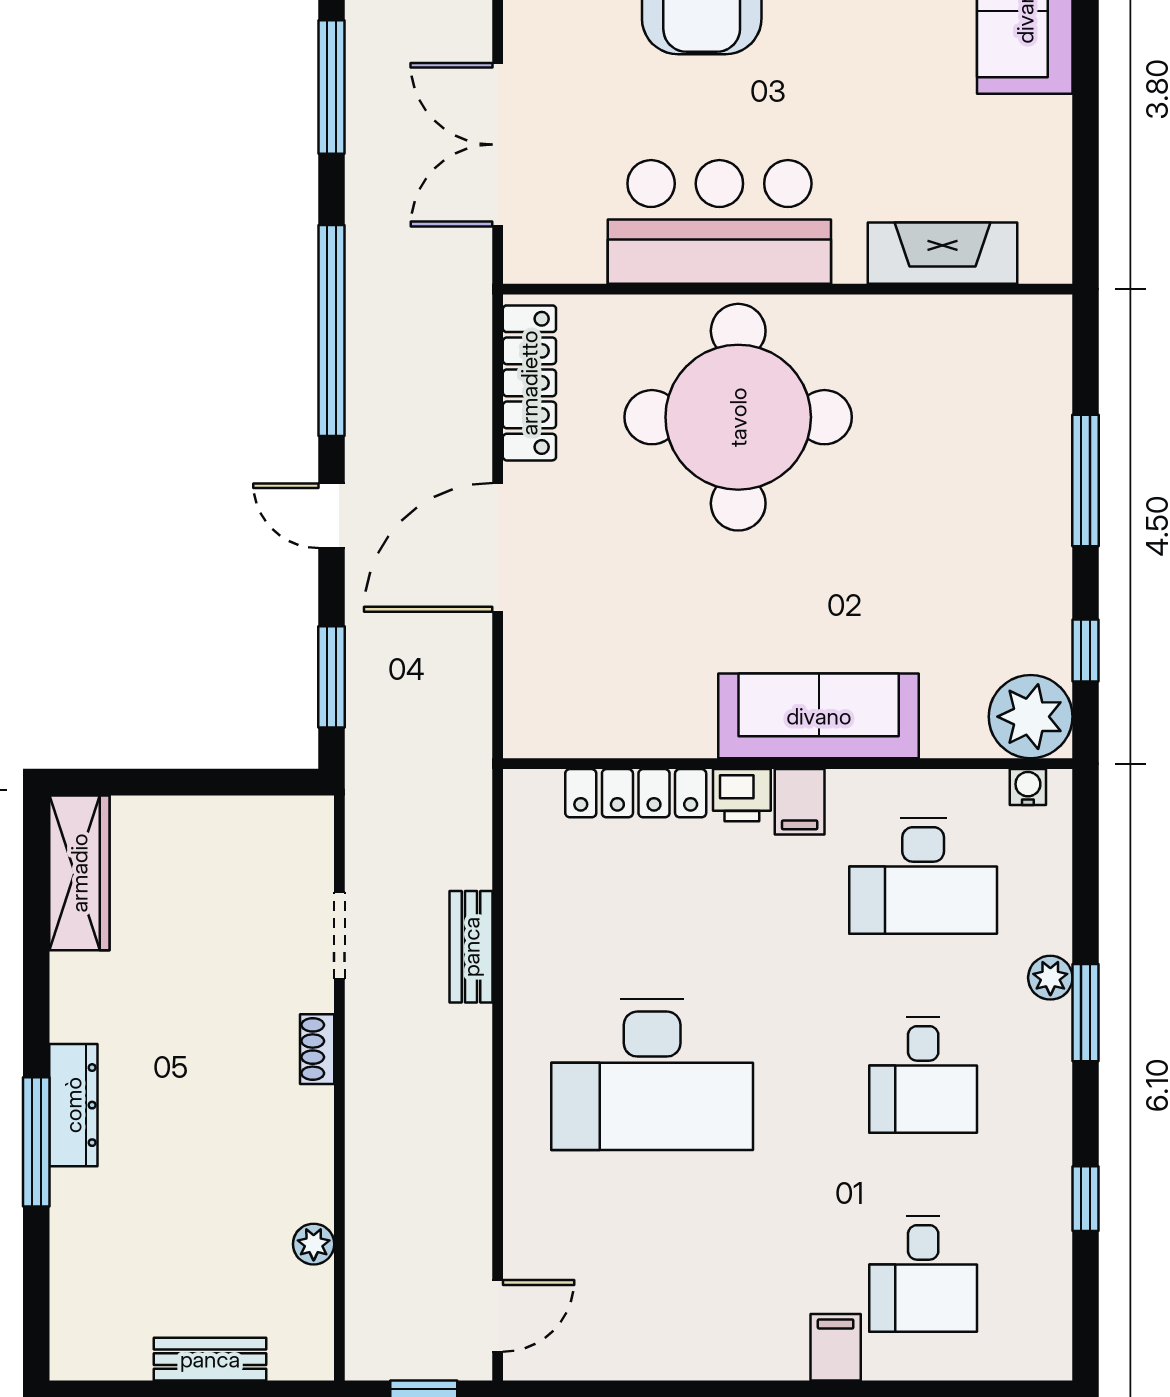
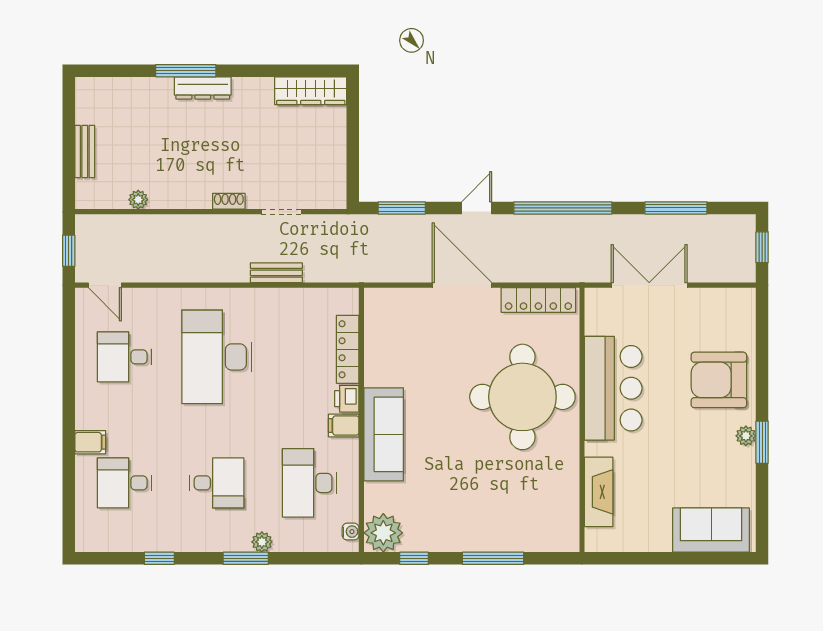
desk: (923, 1075) -> (217, 483), turned 180
desk: (652, 1274) -> (124, 357), added

